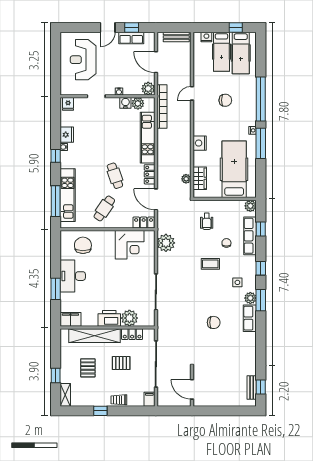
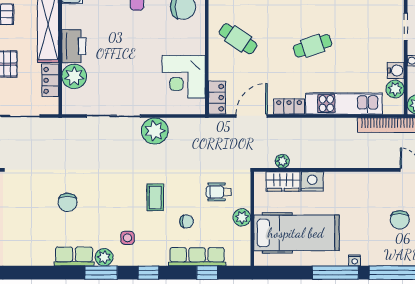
nightstand: (200, 143) -> (312, 181), moved
cafe table: (115, 176) -> (313, 46), moved
plant: (250, 206) -> (242, 217), moved
plant: (166, 243) -> (155, 131), moved

